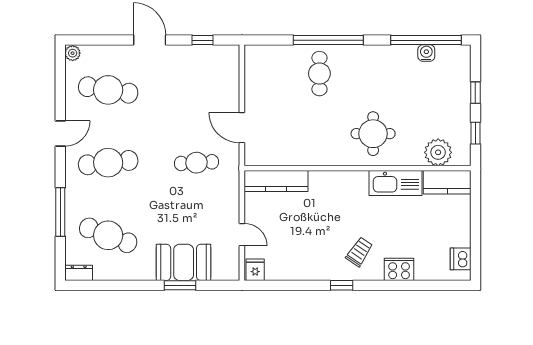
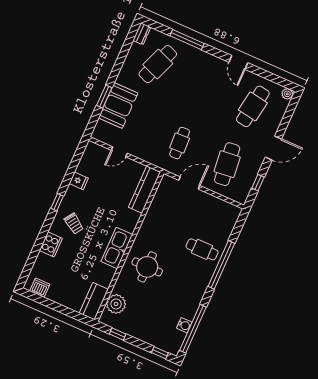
window: (475, 93) -> (160, 353), moved
cafe table: (108, 163) -> (227, 164), moved
kitchen sink: (396, 183) -> (117, 248), moved
fridge: (255, 270) -> (79, 181), moved

